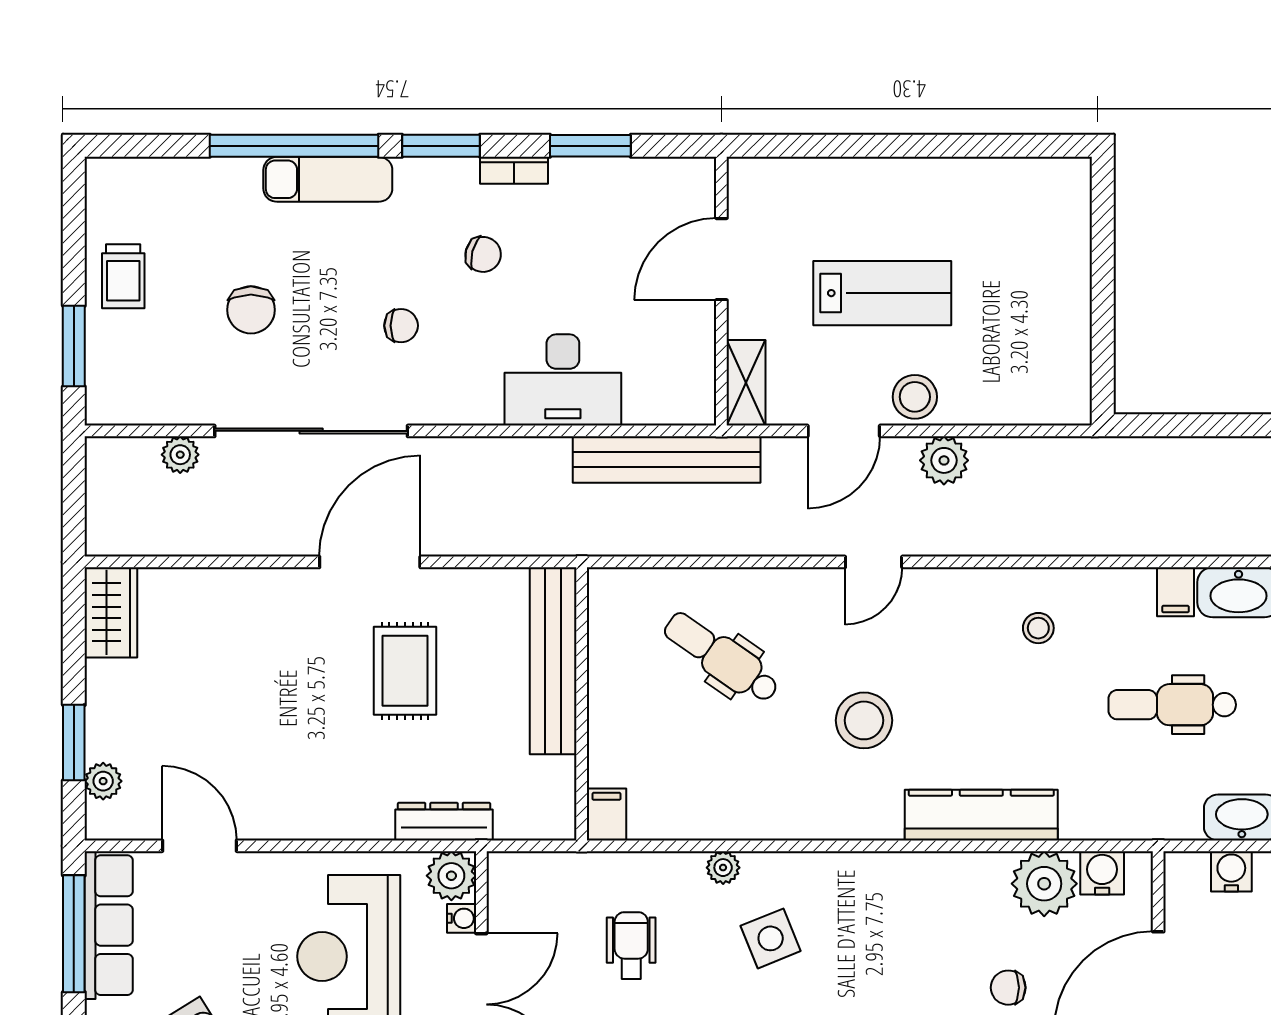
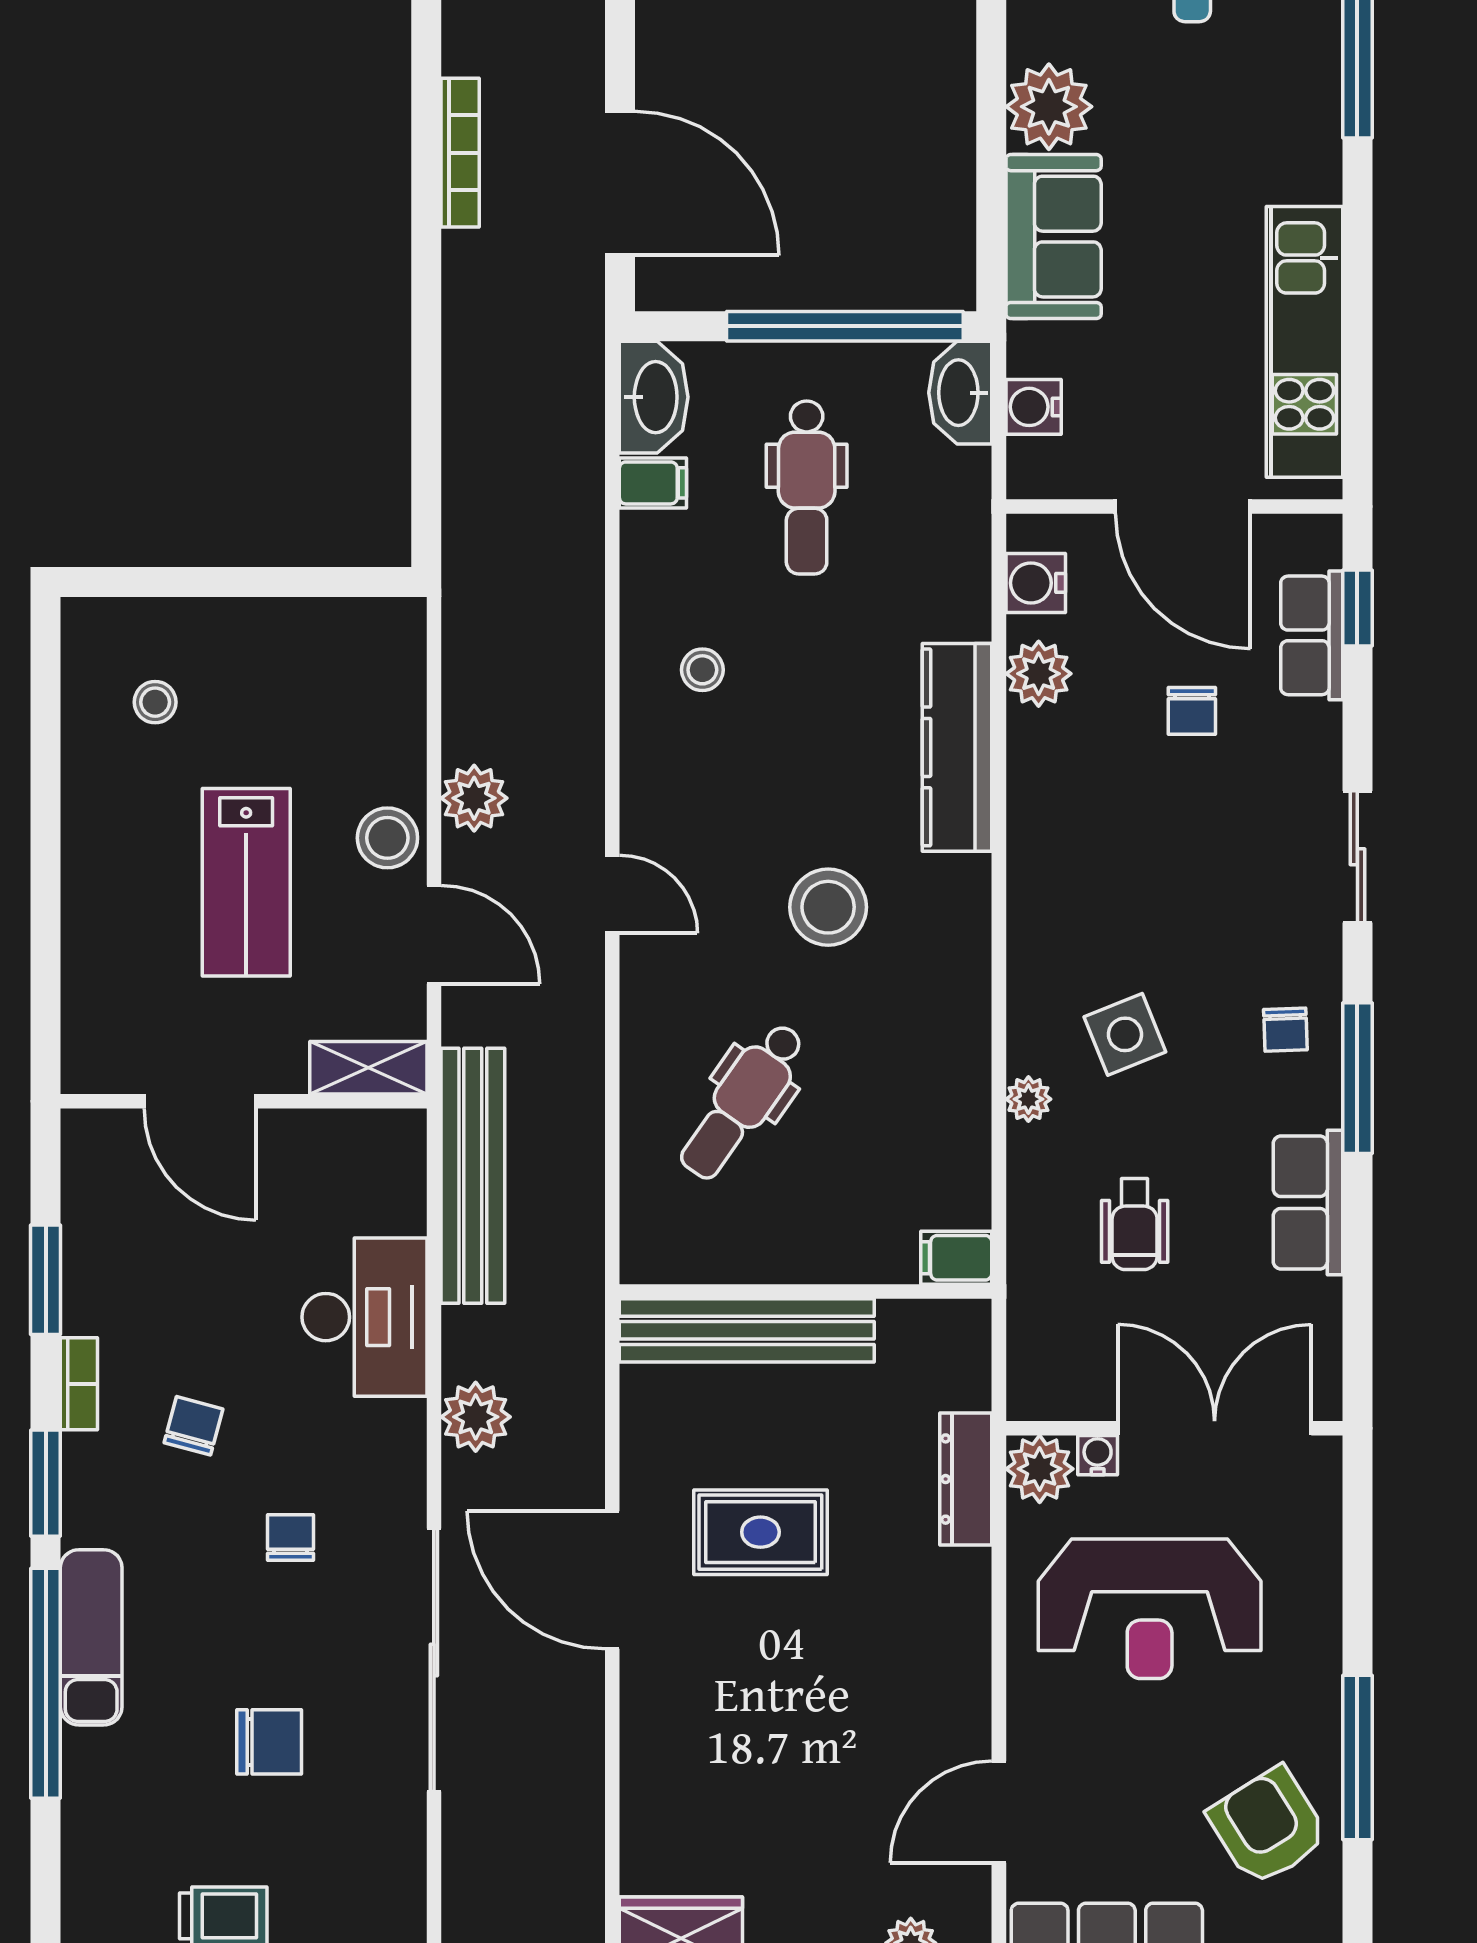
stool: (1015, 226) -> (155, 702), added
lab bench: (882, 293) -> (246, 882), turned 180
plant: (180, 455) -> (476, 1417), moved, width x1.38, depth x1.38
plant: (1044, 884) -> (1039, 674), width x0.73, depth x0.73
wheelchair: (631, 945) -> (1135, 1224), turned -90

